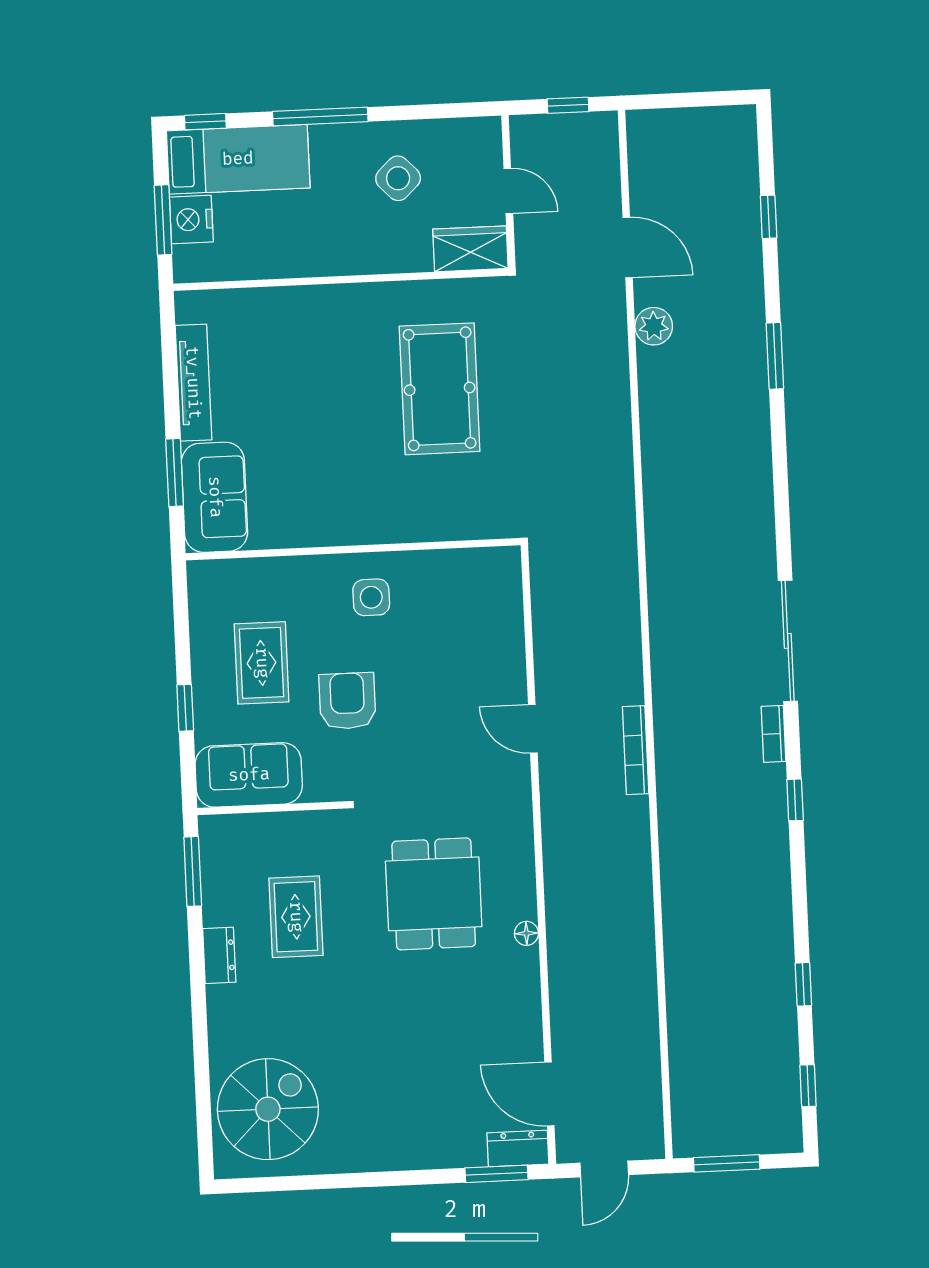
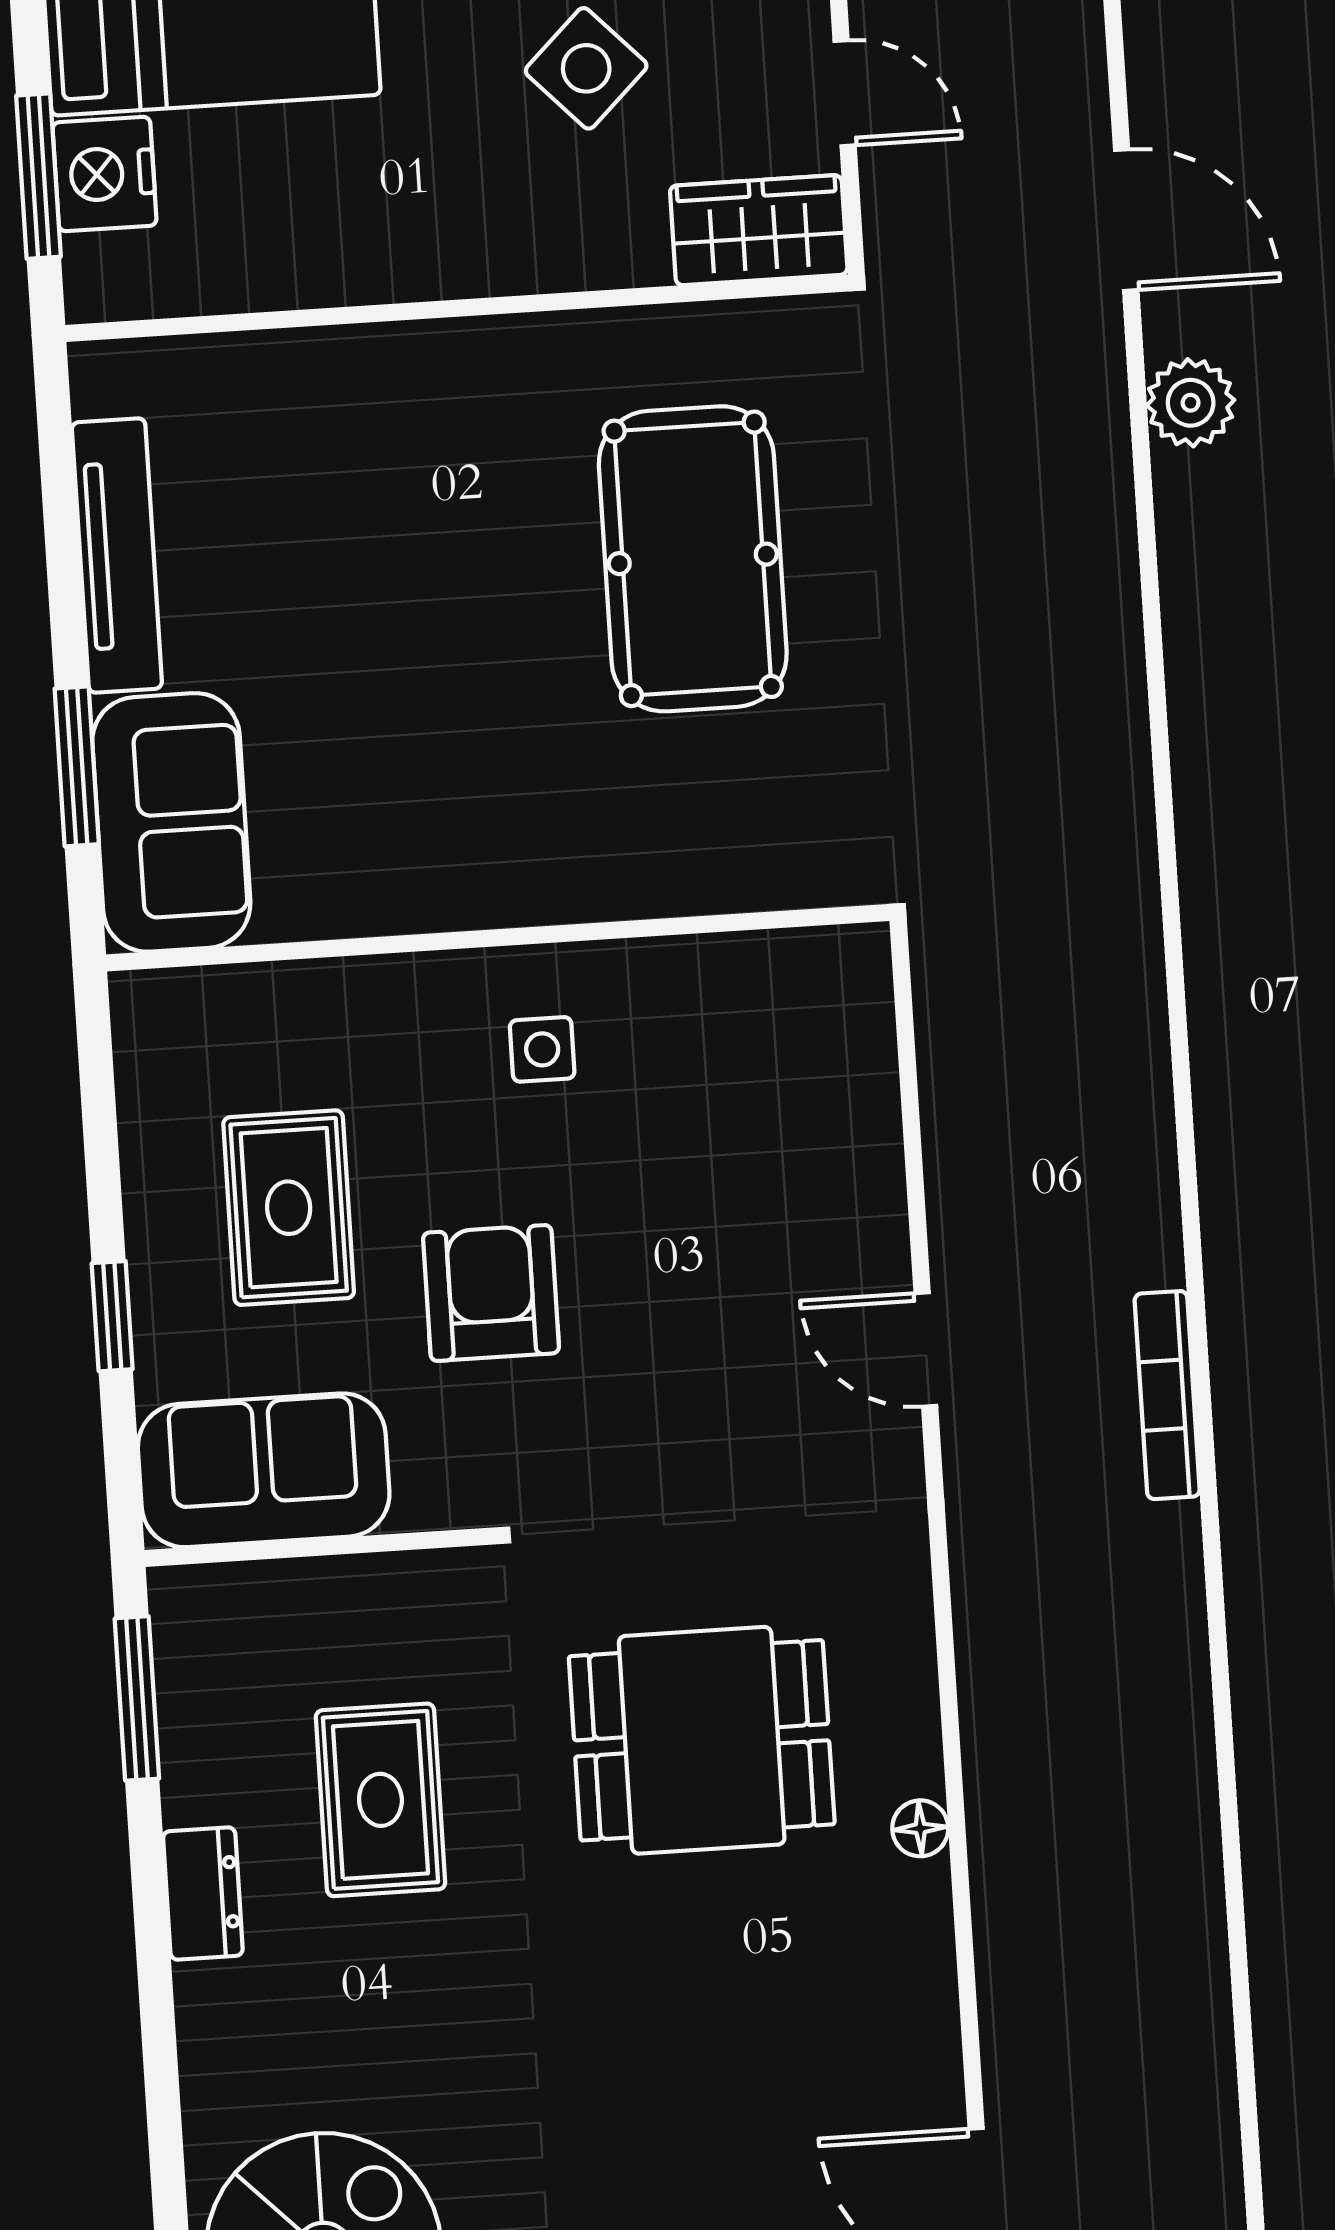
side table: (371, 597) -> (542, 1049), width x0.73, depth x0.73
dining table: (434, 894) -> (702, 1740), turned 90

